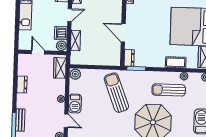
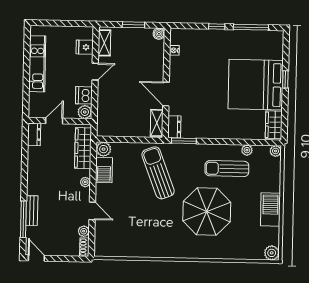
shelving: (75, 41) -> (157, 123), moved
door: (38, 52) -> (54, 121), hinge flipped
cot: (176, 62) -> (236, 132), removed
wardrobe: (60, 68) -> (83, 148), width x1.50
dresser: (22, 84) -> (34, 134), moved
barbecue: (75, 103) -> (104, 170), moved

